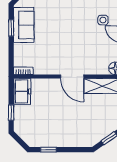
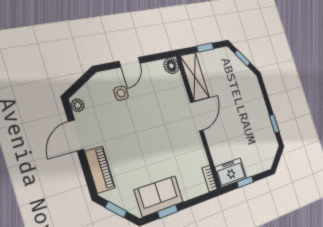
window: (11, 113) -> (245, 182), moved

